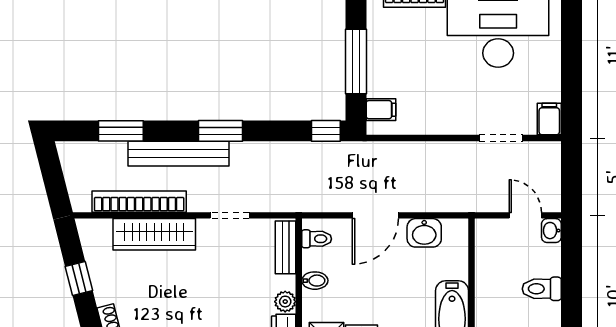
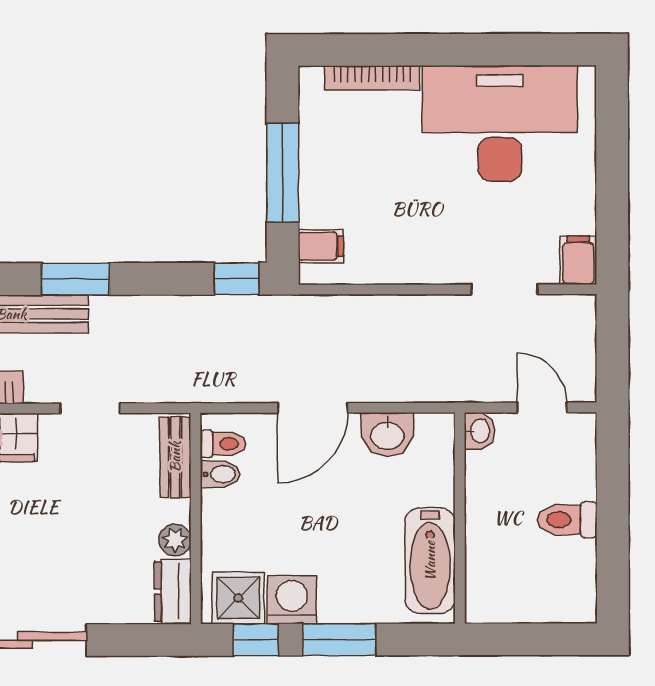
washbasin: (551, 231) -> (479, 431), moved, turned 180
bidet: (315, 281) -> (220, 474), moved

